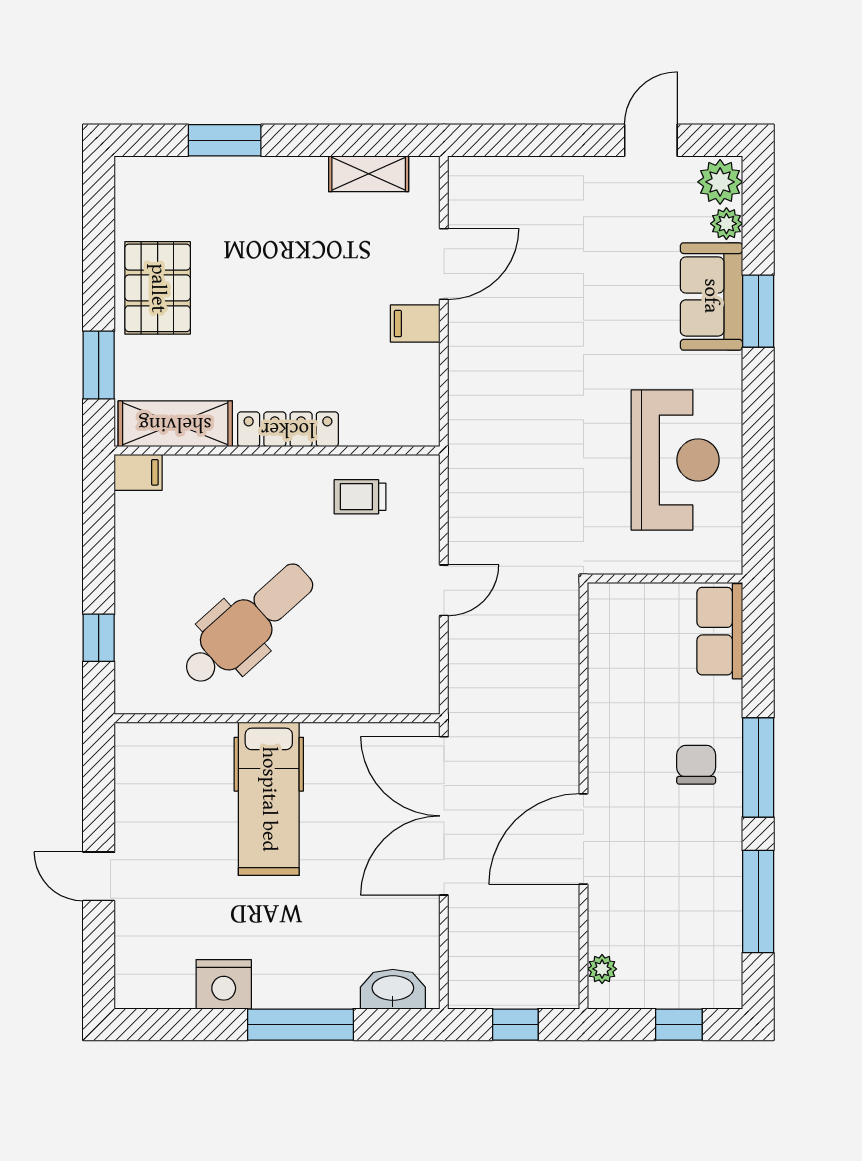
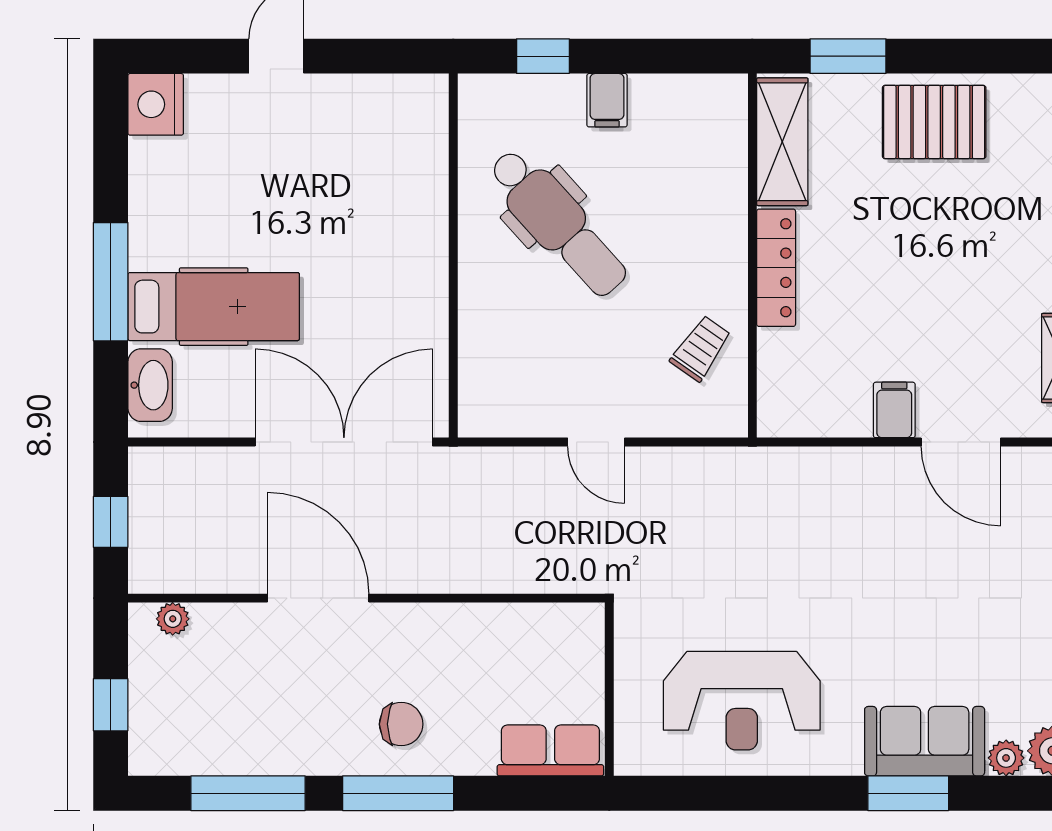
filing cabinet: (138, 472) -> (607, 100), moved
trolley: (360, 497) -> (701, 348), turned 35
hospital bed: (269, 799) -> (214, 307), moved, turned 180
nightstand: (224, 984) -> (156, 104), moved

